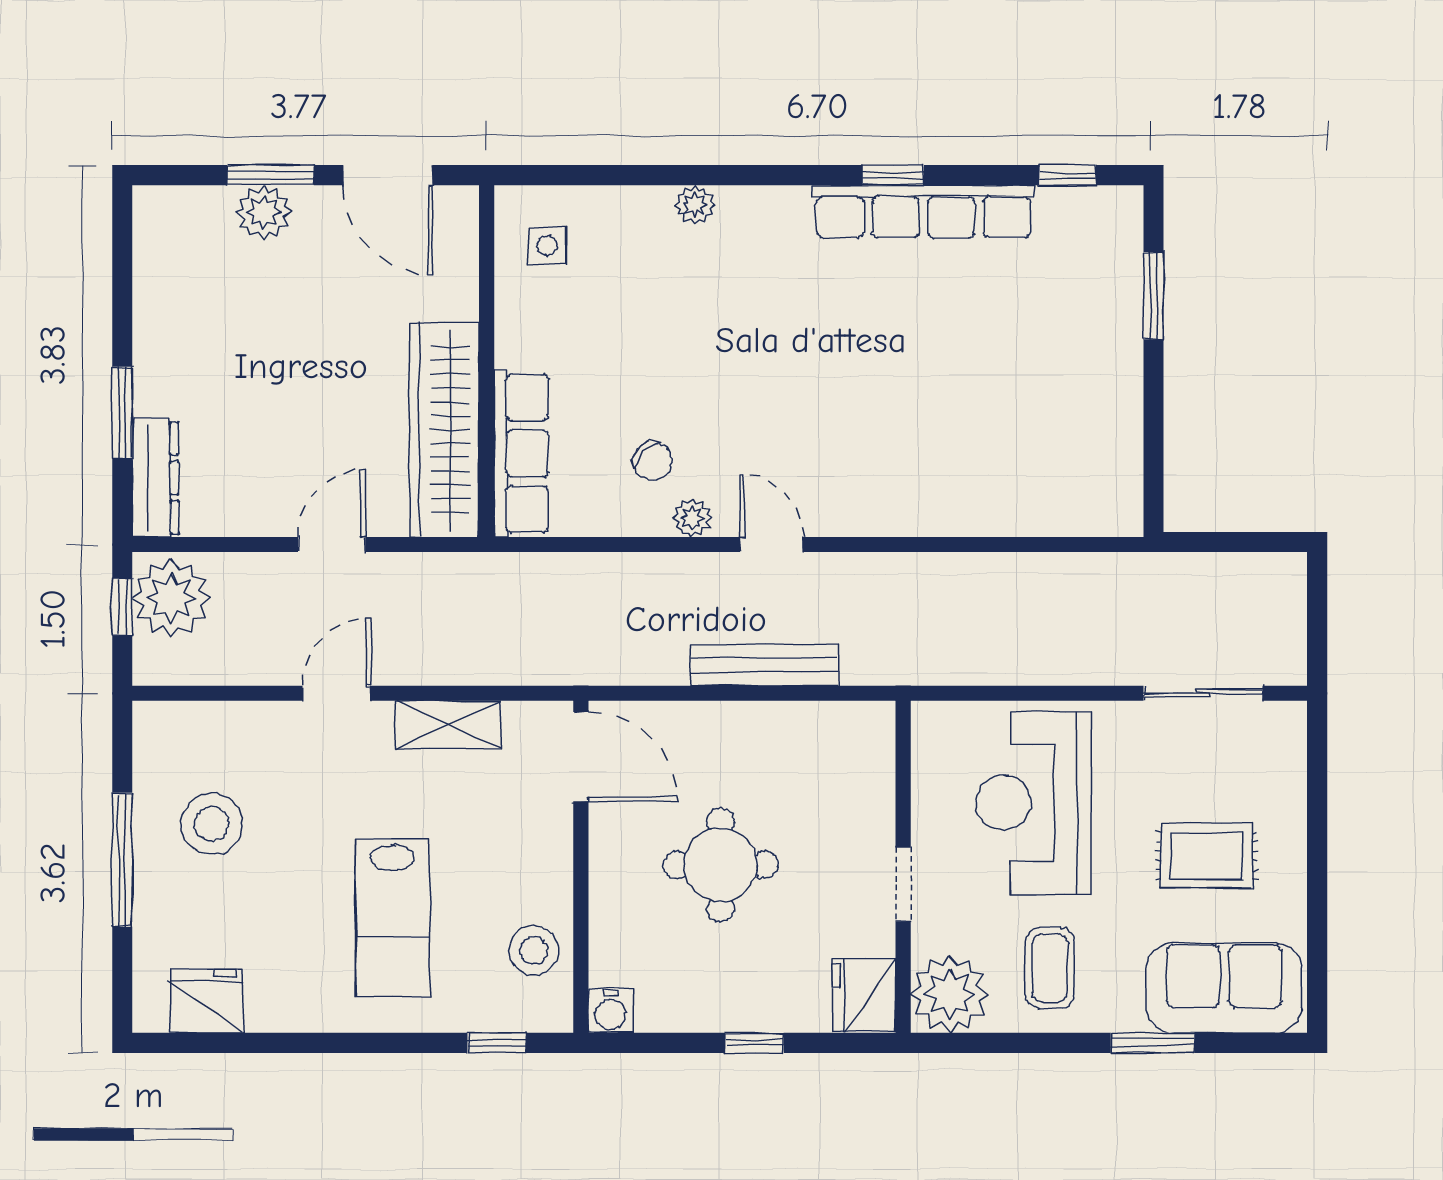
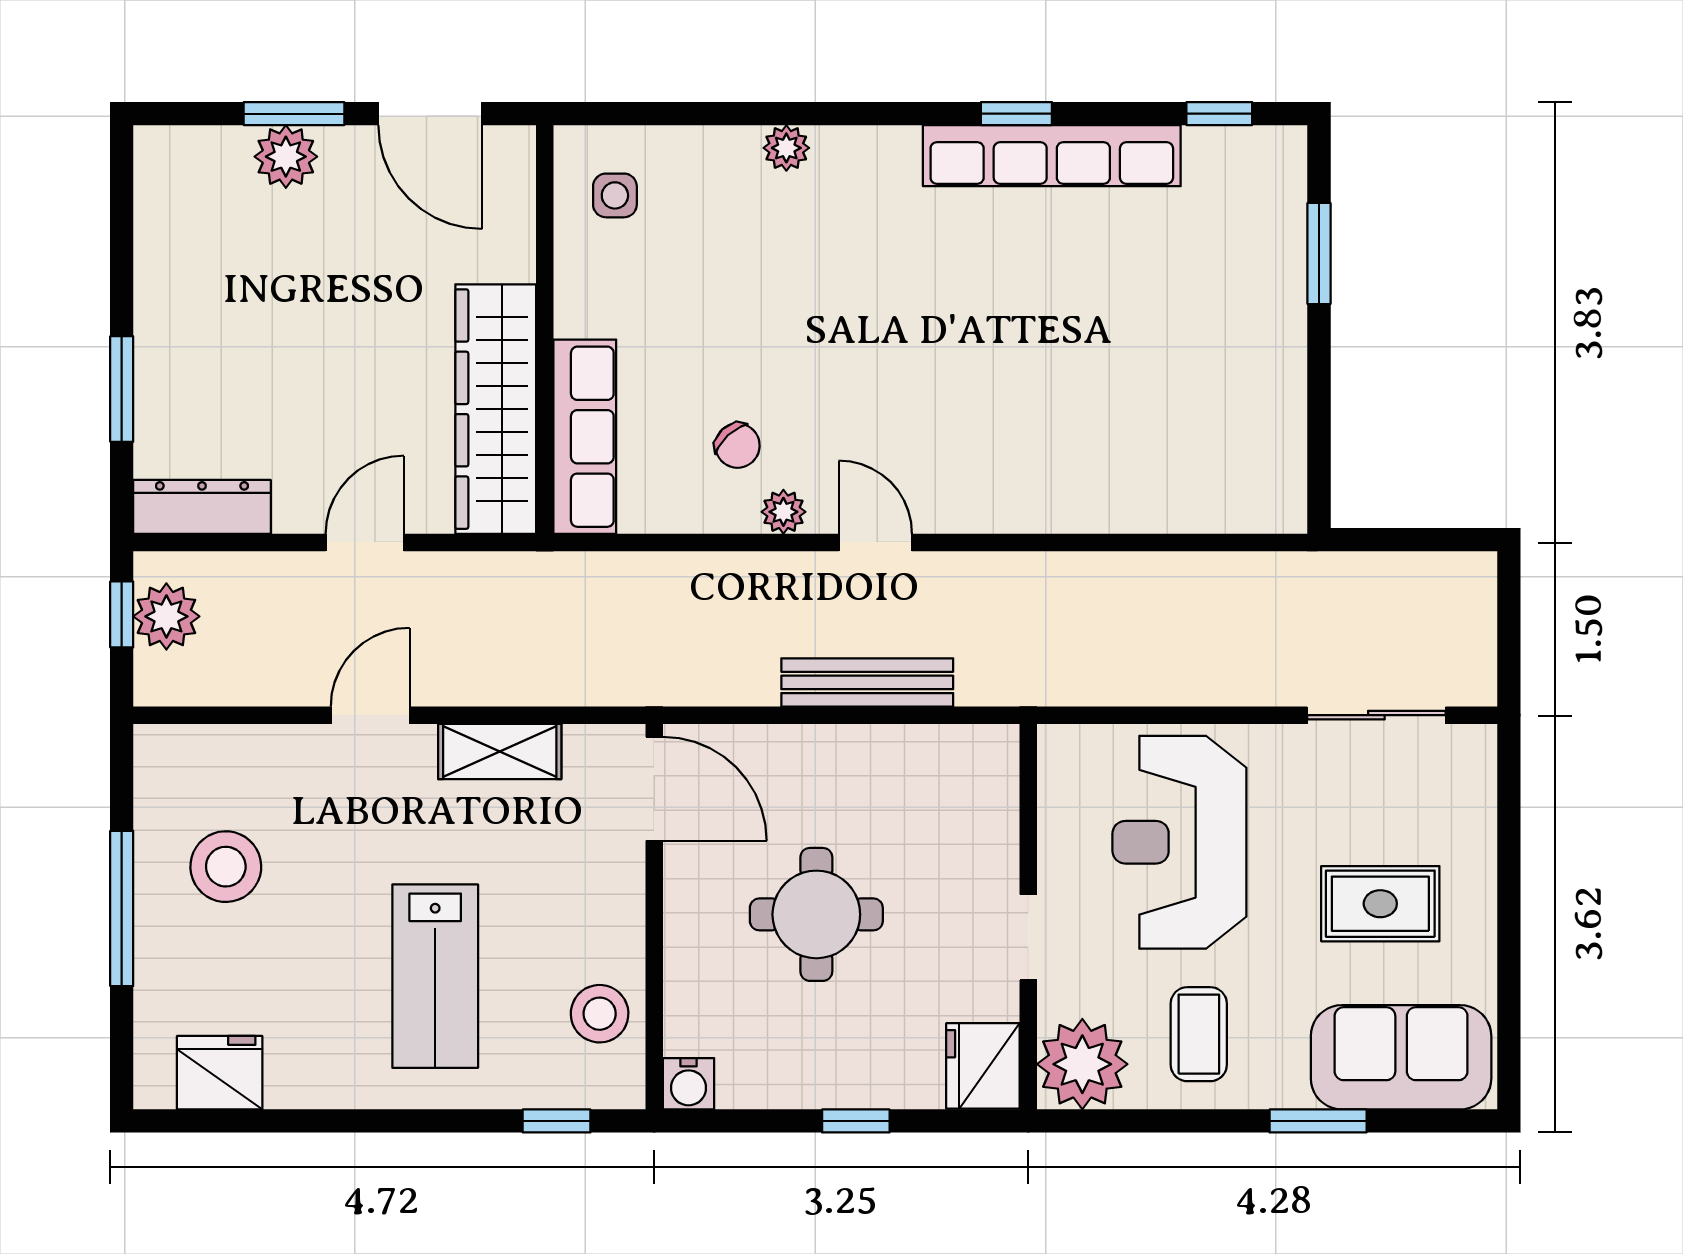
dresser: (155, 478) -> (202, 507), moved, turned -90
plant: (171, 598) -> (166, 616), width x0.73, depth x0.73

